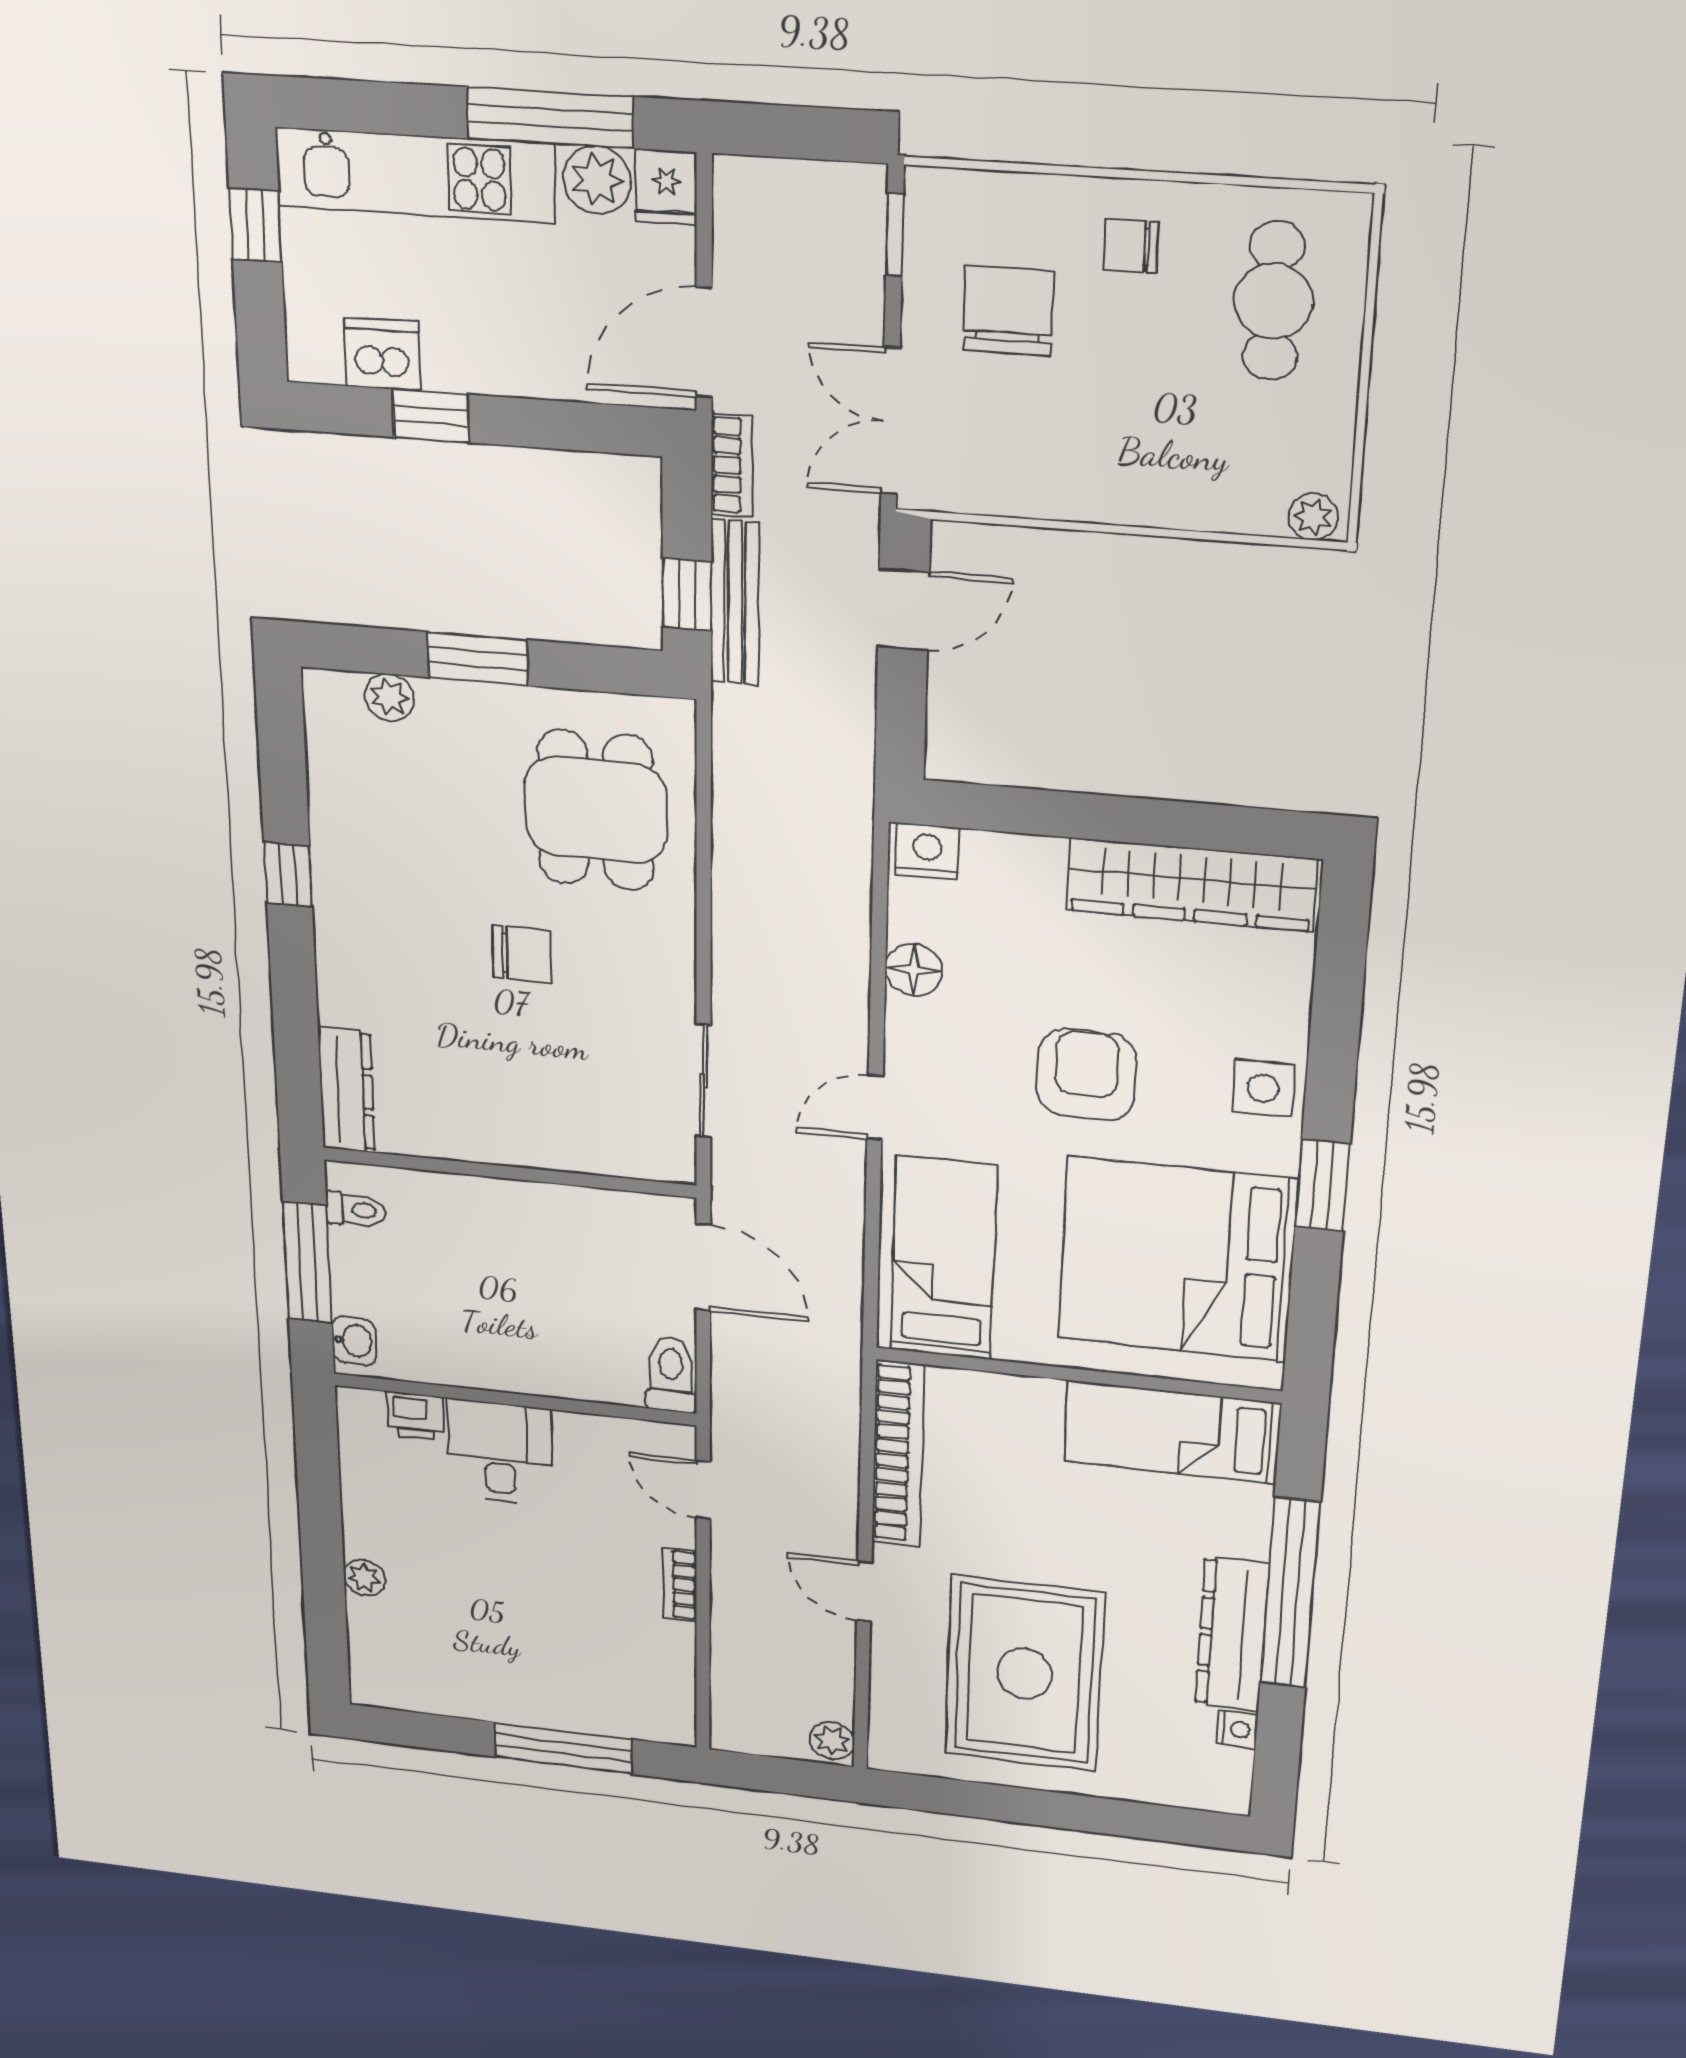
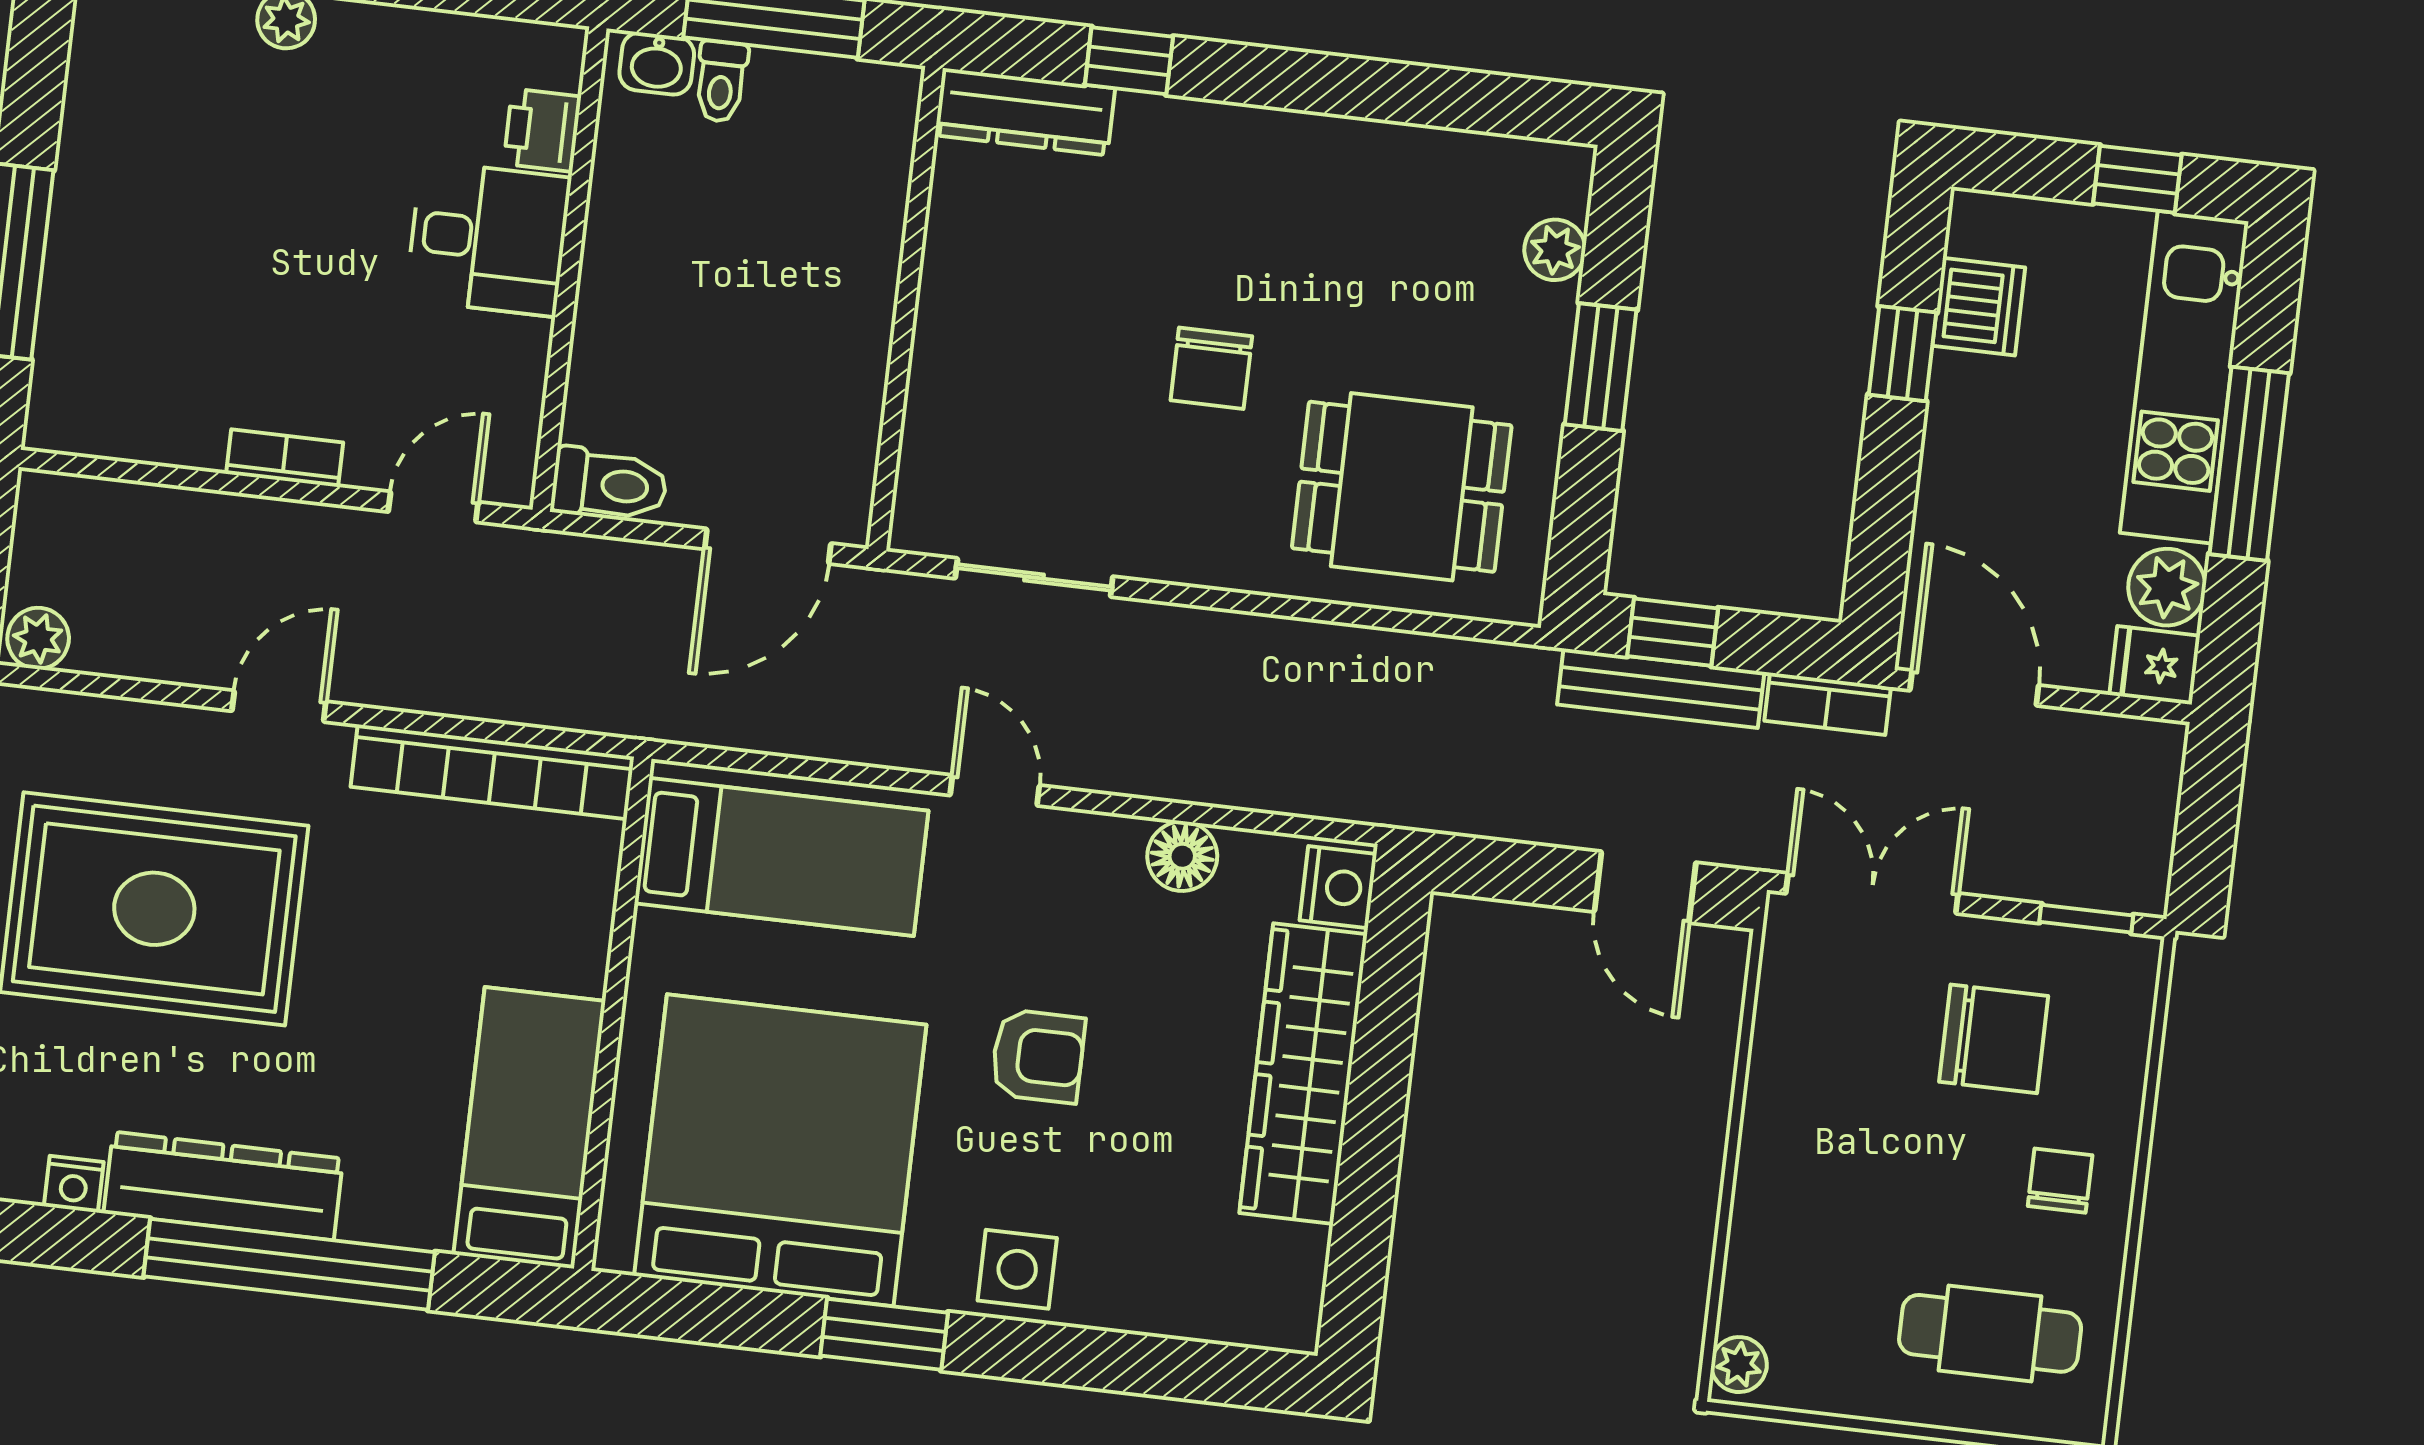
window: (550, 118) -> (2249, 464), moved
window: (288, 874) -> (1129, 61), moved
wardrobe: (1191, 884) -> (1303, 1074), moved
armchair: (1086, 1075) -> (1038, 1056), width x0.72, depth x0.72
toilet: (356, 1210) -> (721, 82), moved

